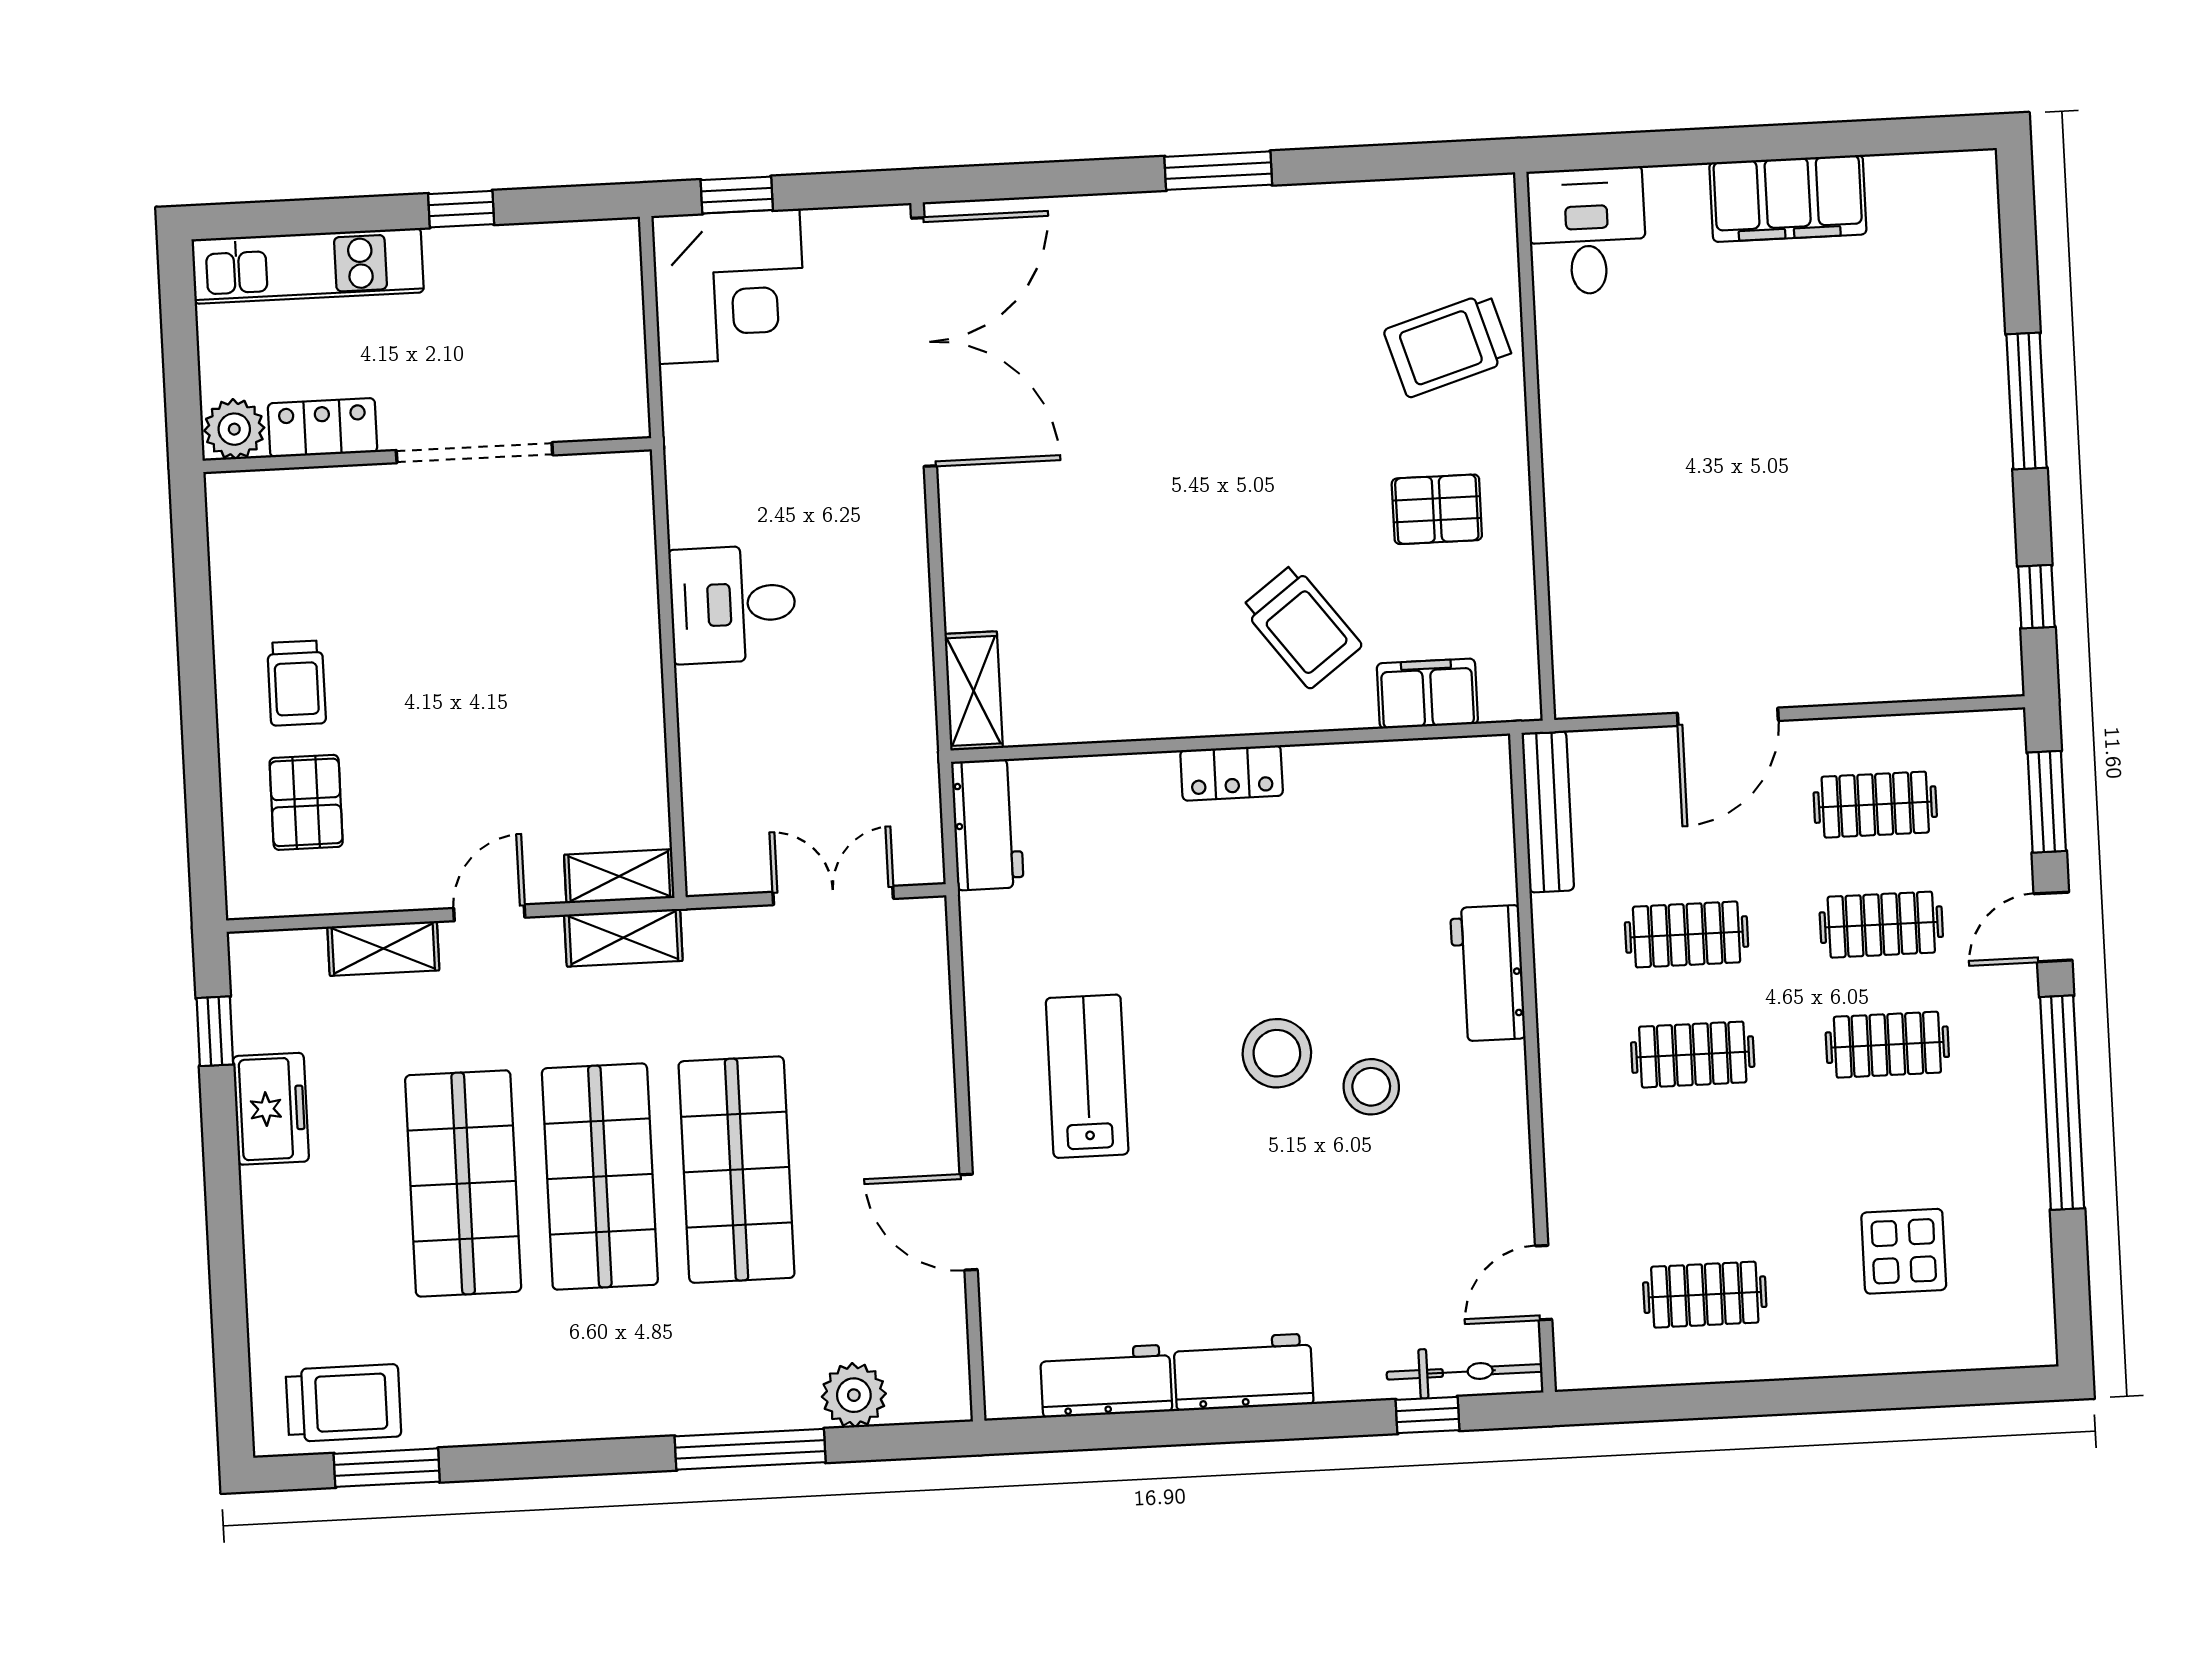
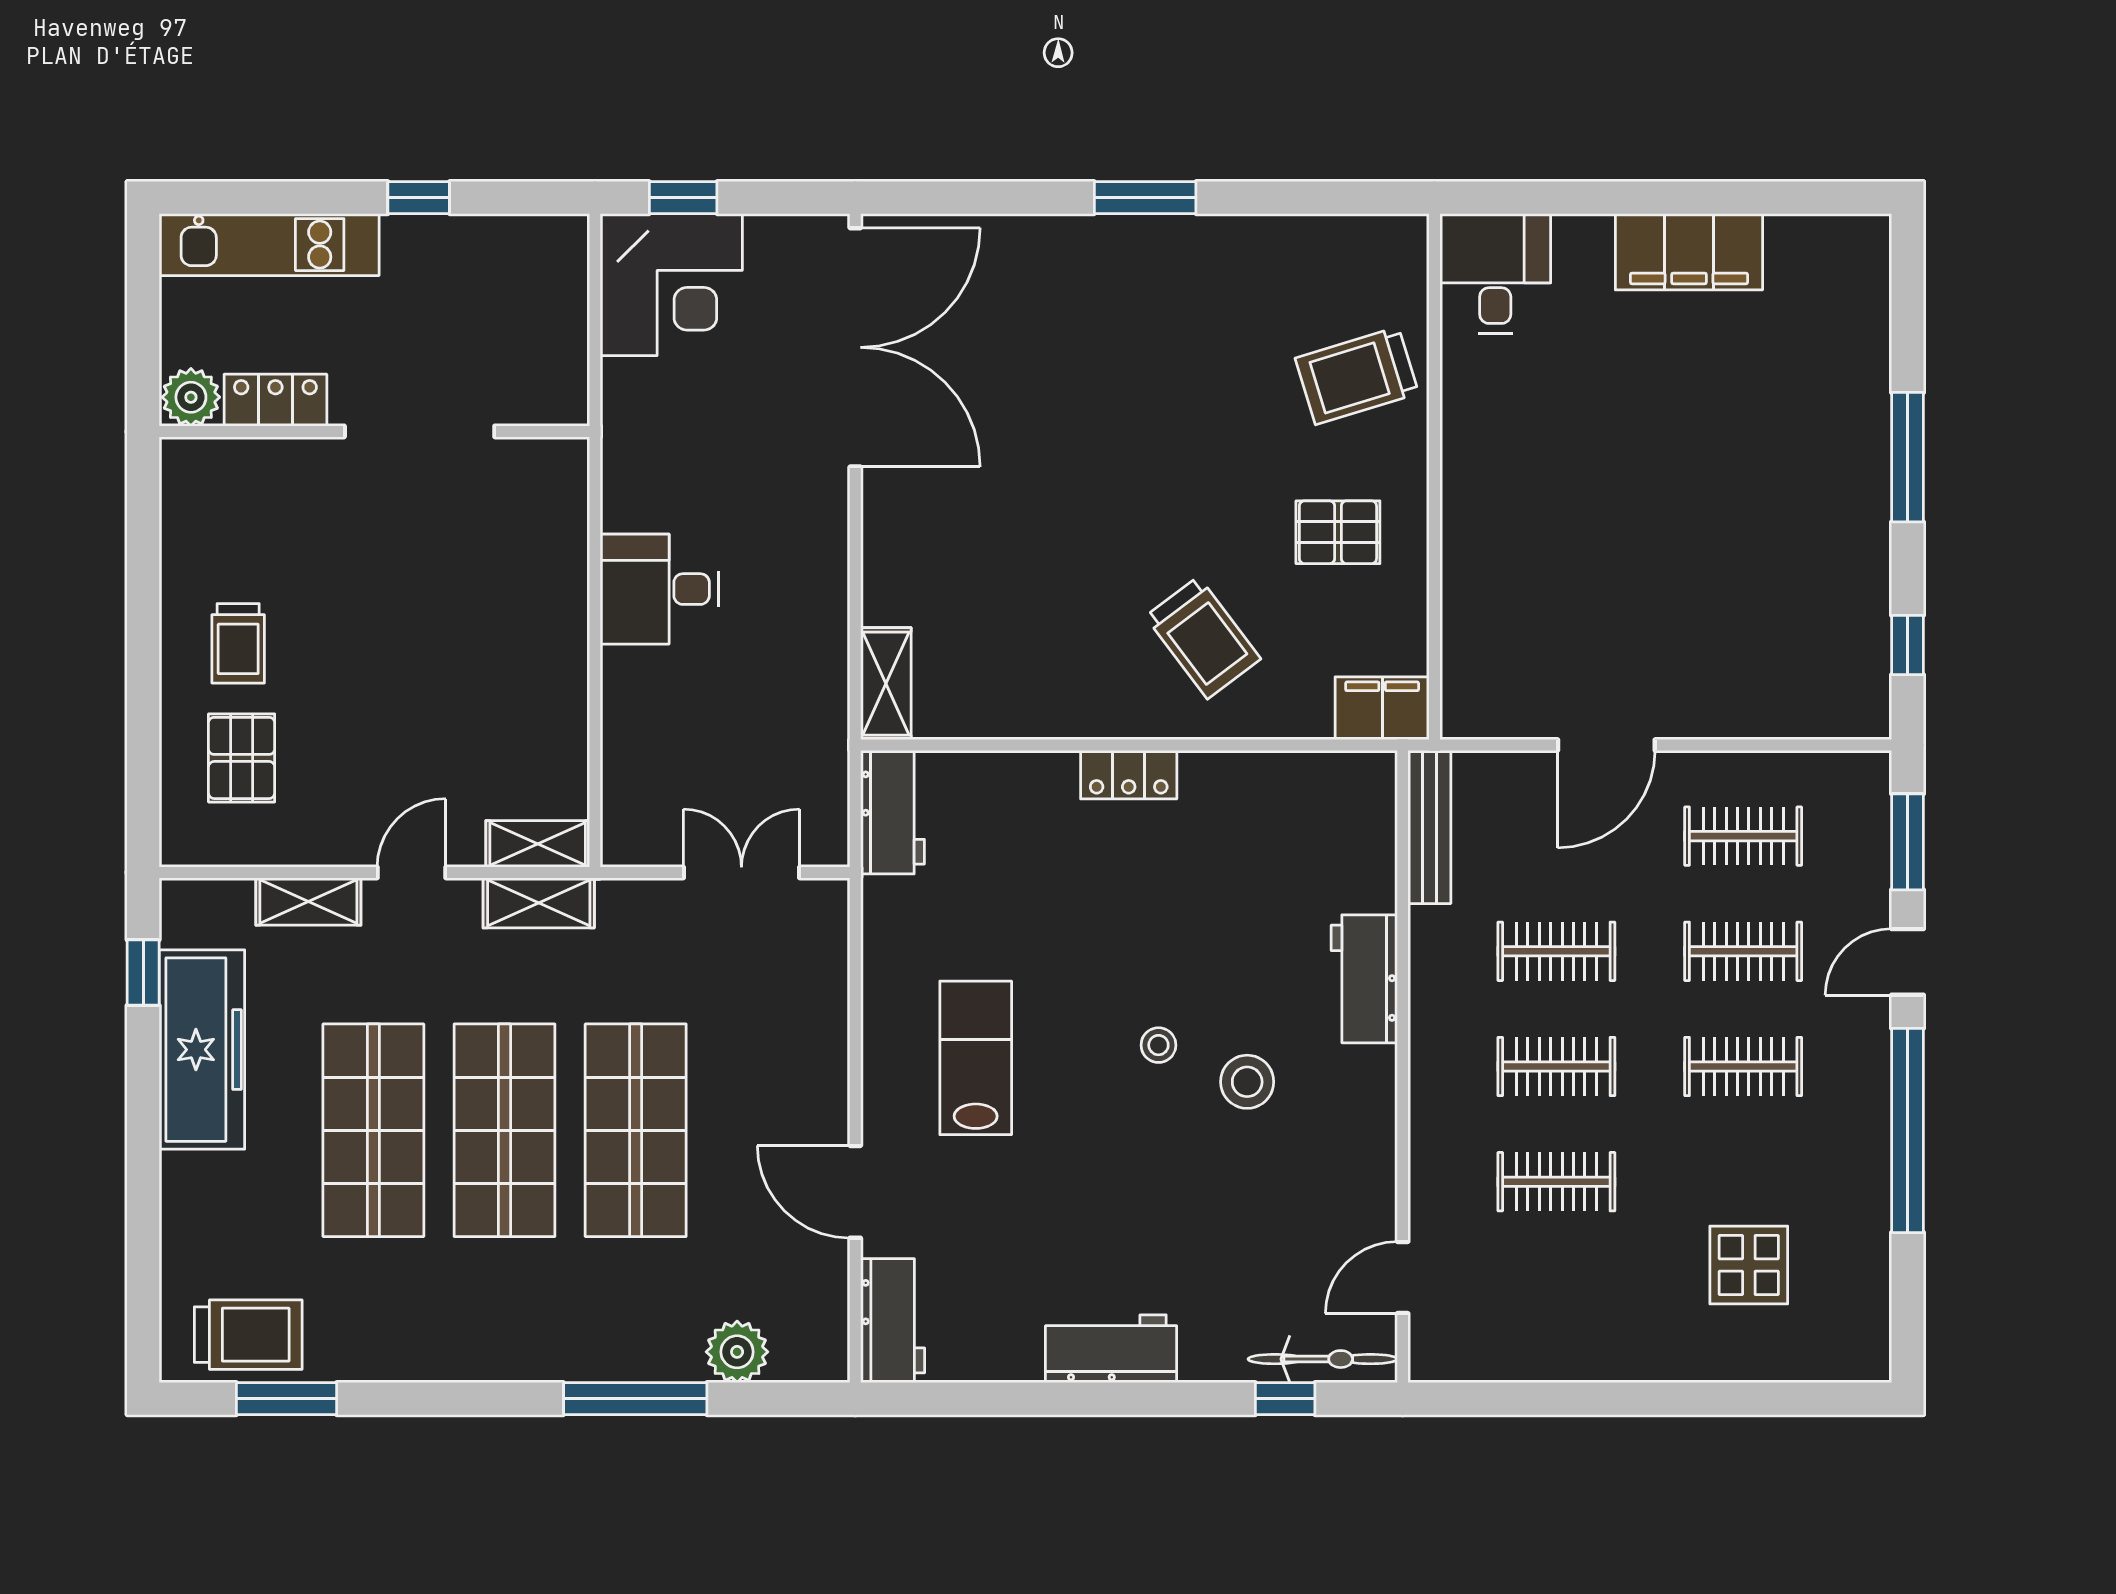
filing cabinet: (1427, 694) -> (1382, 708), moved
stool: (1277, 1053) -> (1158, 1045), width x0.53, depth x0.53
freezer: (271, 1109) -> (202, 1050), width x1.91, depth x1.26
clothes rail: (1705, 1295) -> (1556, 1182), moved
workbench: (1106, 1381) -> (893, 1321), moved, turned 90

